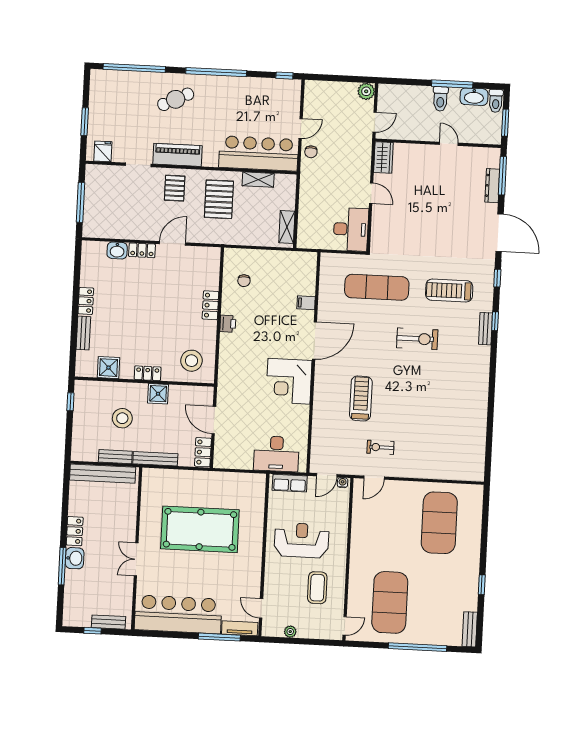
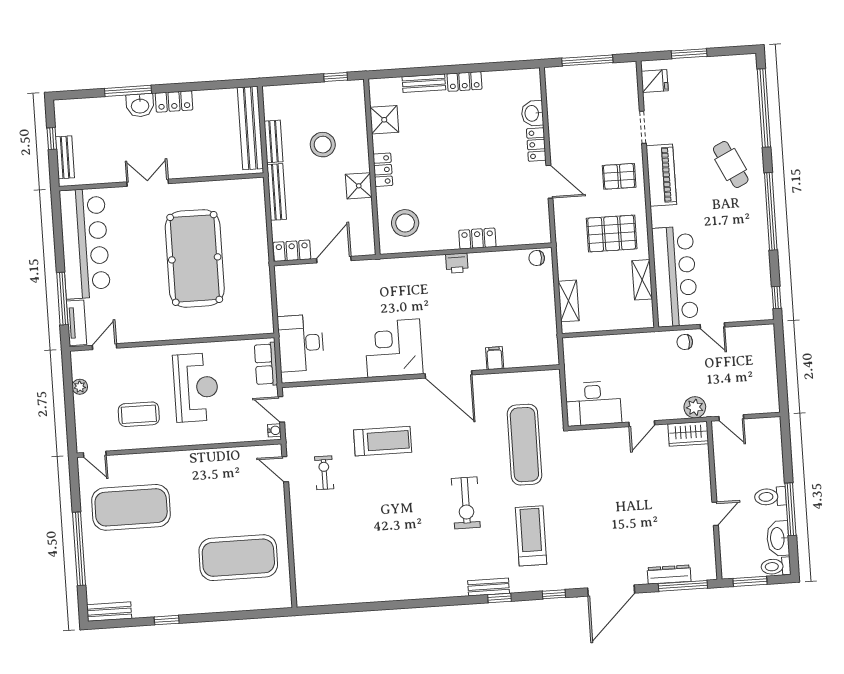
plant: (366, 91) -> (695, 407), moved
shelving: (287, 227) -> (569, 301), moved, turned 90
chair: (244, 281) -> (537, 258), moved

